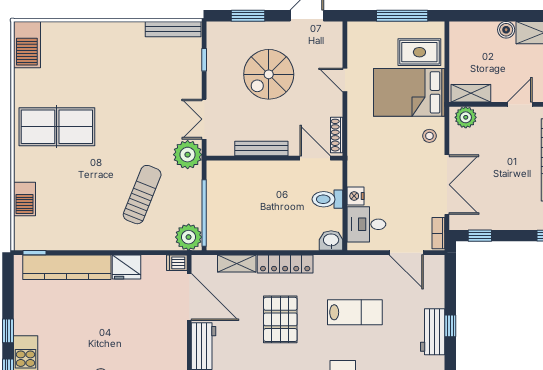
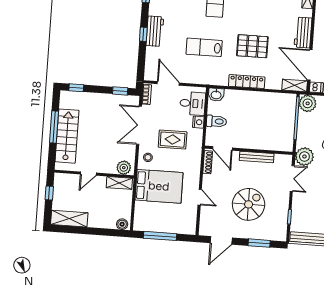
boiler: (506, 30) -> (122, 224), moved
rug: (419, 52) -> (173, 140), moved
shelving: (237, 263) -> (295, 85), moved
pallet: (280, 319) -> (252, 46), turned 90

